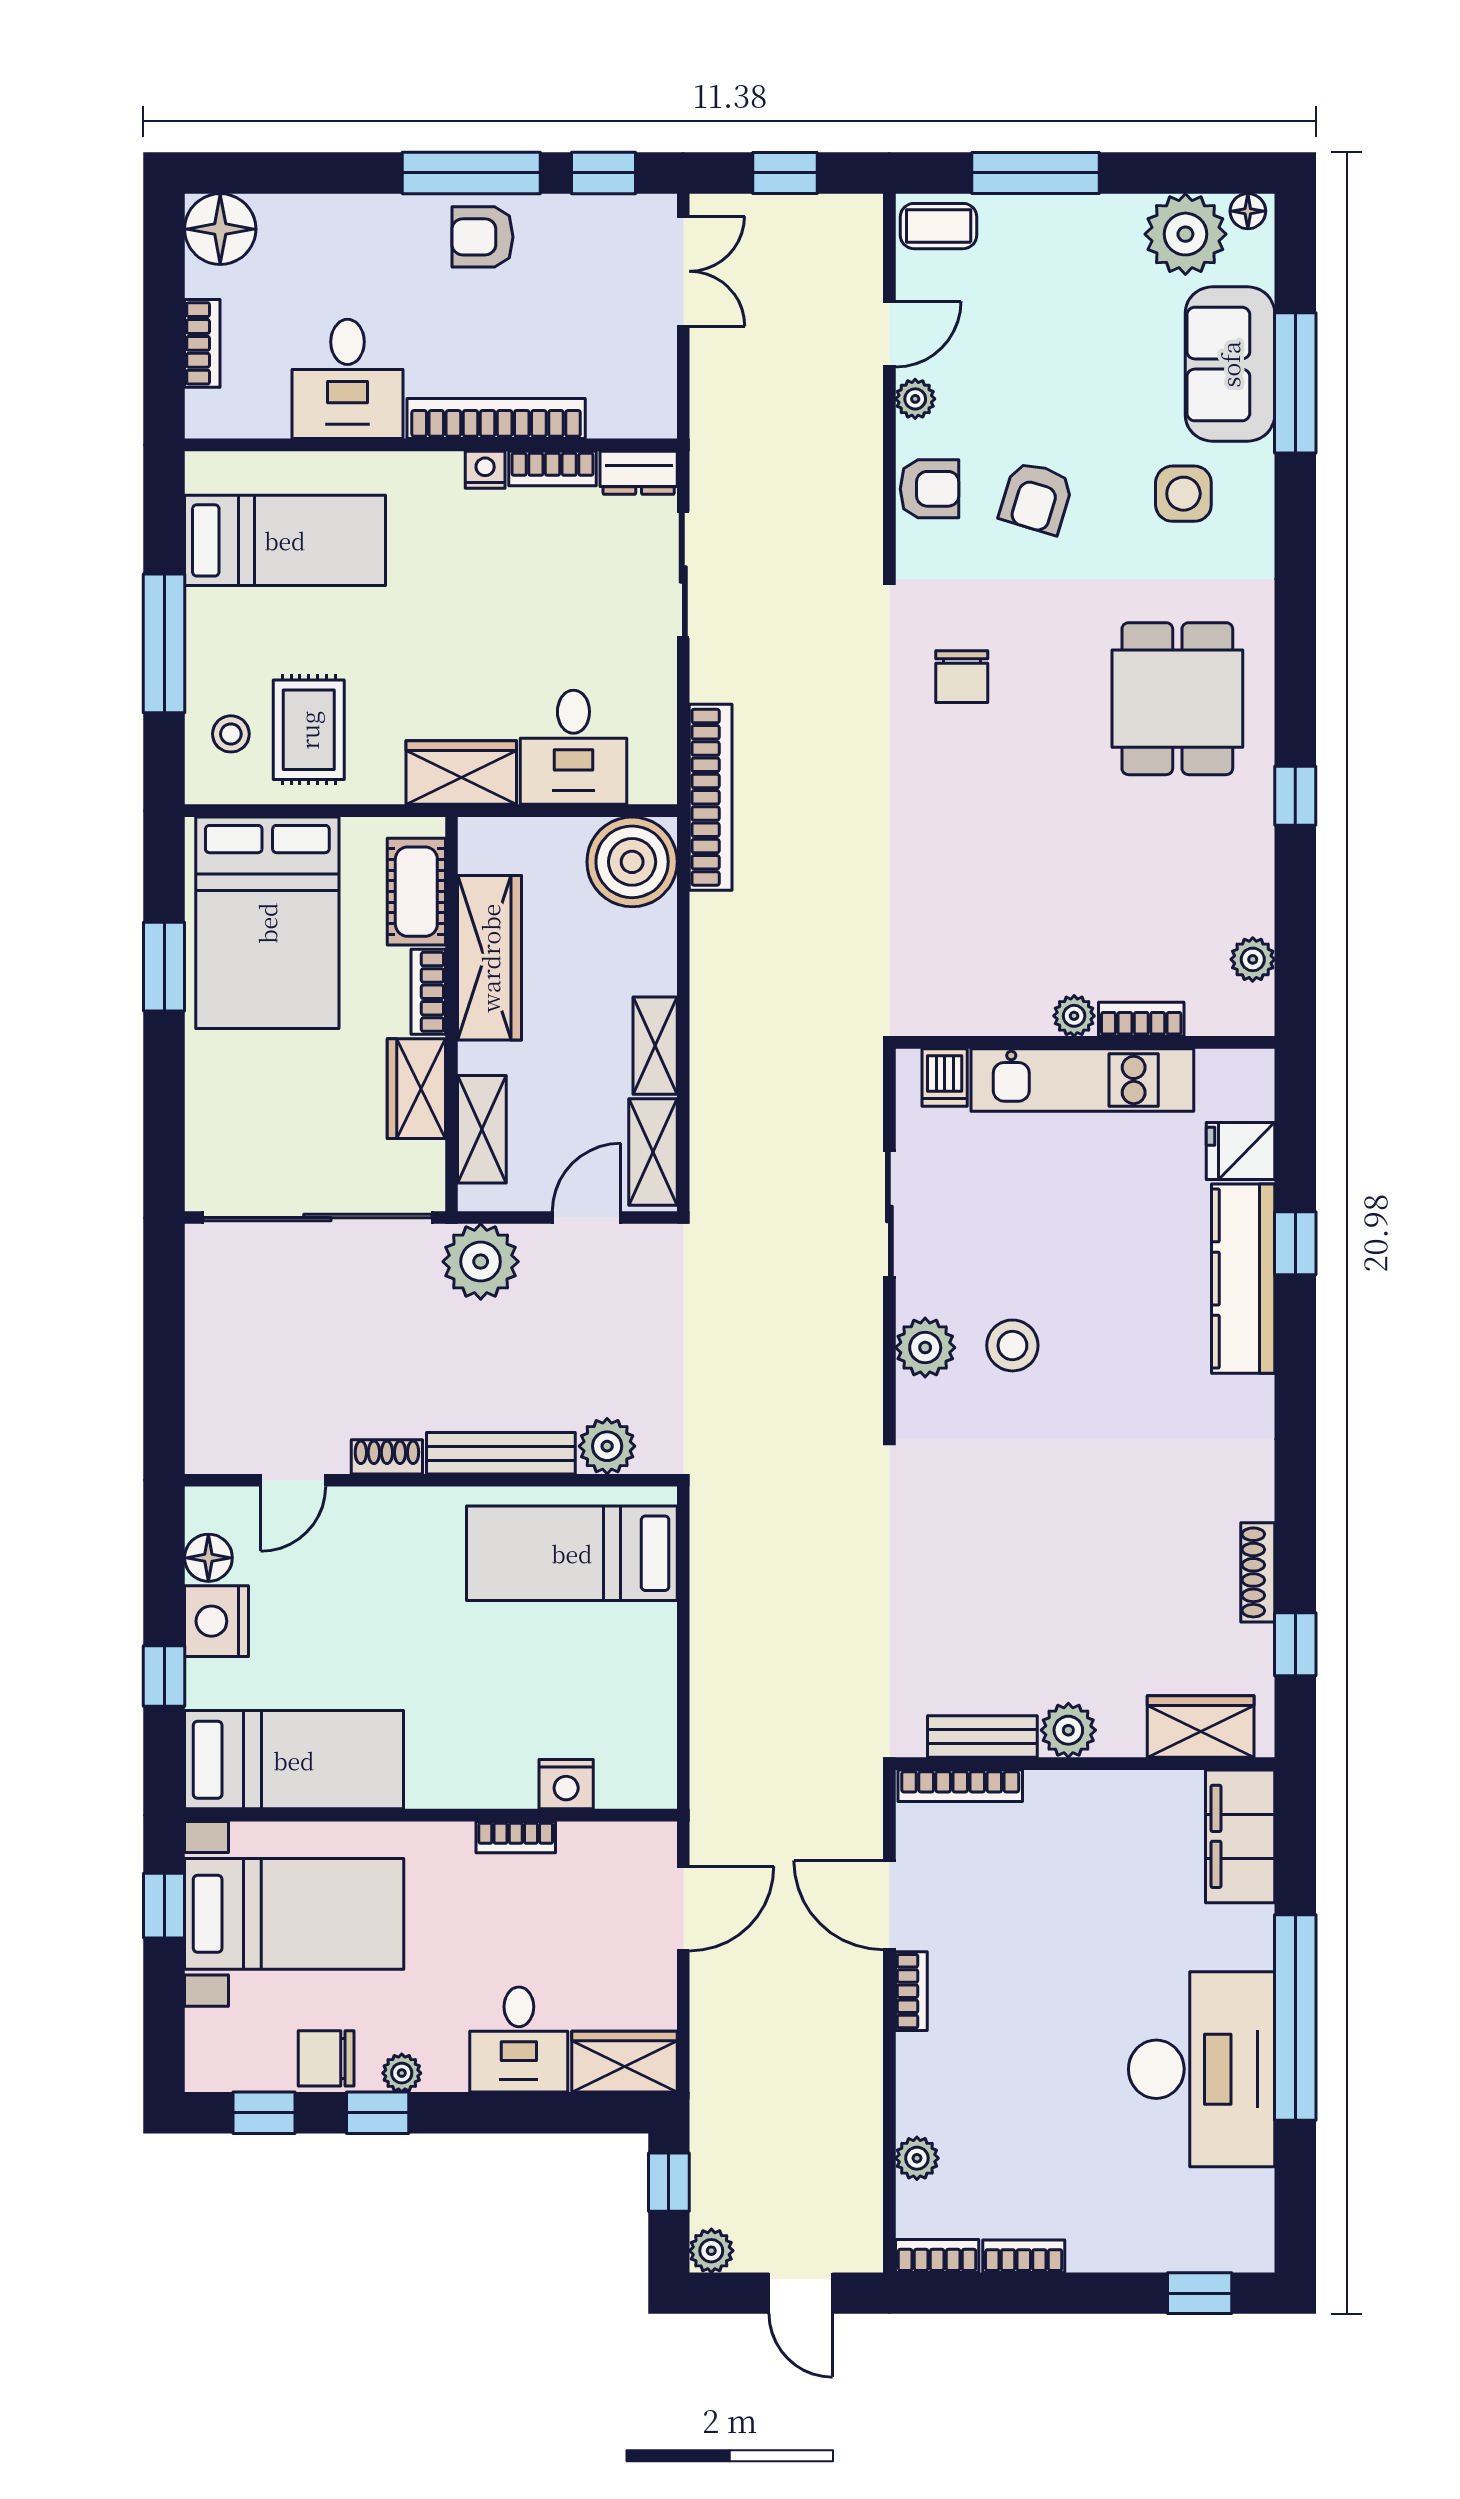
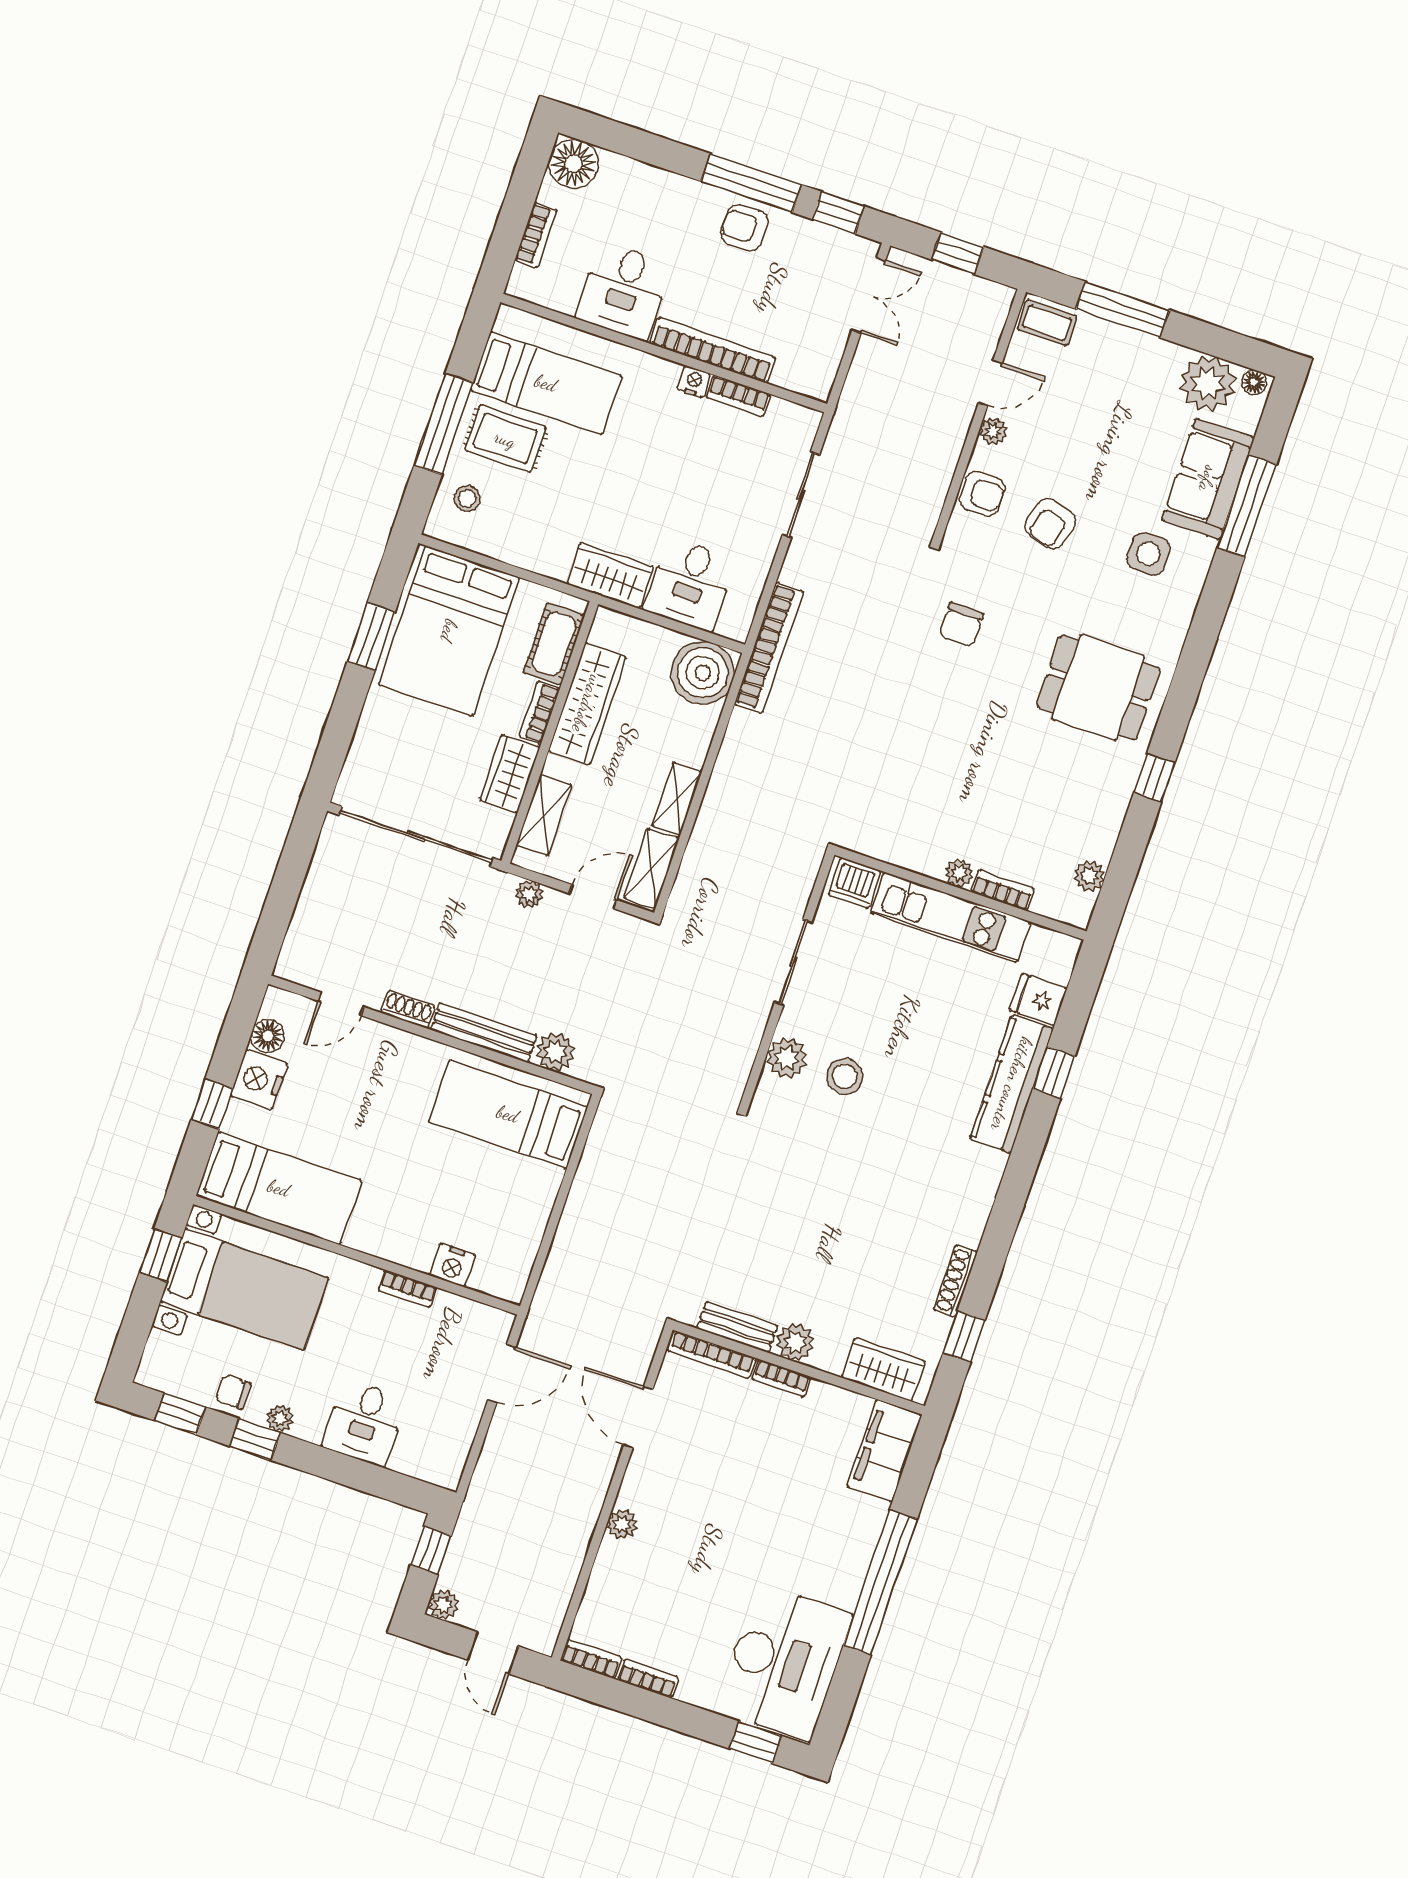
dresser: (639, 473) -> (794, 418), removed
dining table: (1177, 699) -> (1098, 687), turned 90
rug: (309, 730) -> (505, 439), moved, turned 90
dishwasher: (945, 1077) -> (855, 883), width x1.38
plant: (481, 1262) -> (529, 894), width x0.53, depth x0.53
bookcase: (911, 1991) -> (781, 1378), moved, turned 90
chair: (326, 2058) -> (233, 1392), width x0.73, depth x0.73
wardrobe: (625, 2062) -> (429, 1461), removed
desk: (1202, 2069) -> (784, 1662), moved
plant: (917, 2158) -> (622, 1524), moved

